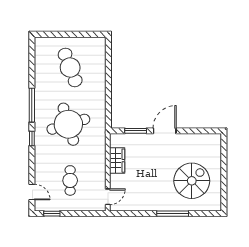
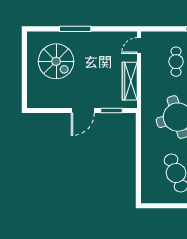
wardrobe: (117, 161) -> (130, 81), width x1.50
spiral stairs: (192, 181) -> (56, 61), turned -90

